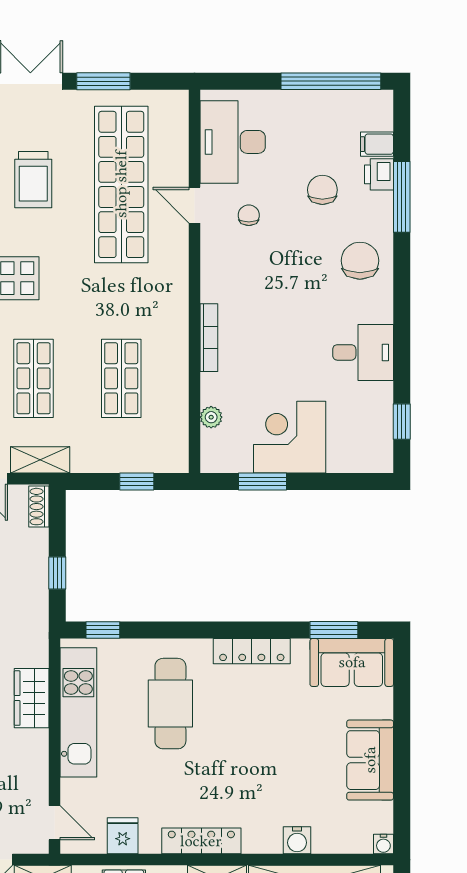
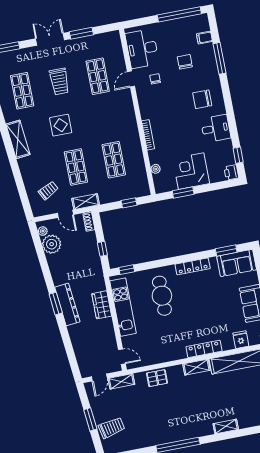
printer: (379, 174) -> (231, 172), moved
shop shelf: (121, 184) -> (98, 76), width x0.50, depth x0.74
door: (195, 205) -> (131, 79), hinge flipped
chair: (360, 261) -> (202, 99), moved, turned -90
fridge: (123, 836) -> (241, 340), moved
water cooler: (297, 840) -> (228, 344), removed
locker: (201, 841) -> (204, 349), moved

